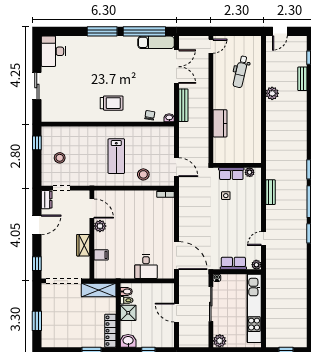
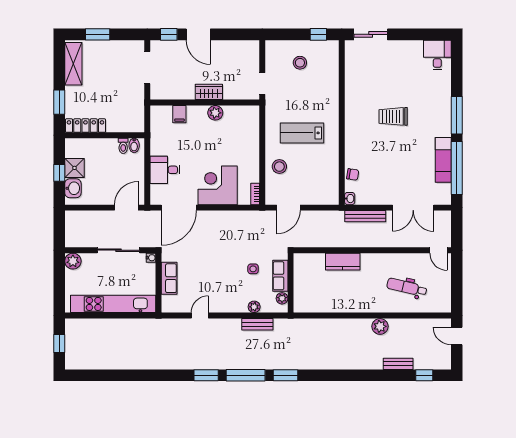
exam couch: (156, 42) -> (443, 160), moved
desk: (53, 51) -> (437, 55), width x0.73
sliding door: (37, 86) -> (371, 34), moved
trolley: (112, 103) -> (393, 116), moved, turned 90
doorway: (61, 188) -> (262, 84), moved
dresser: (47, 200) -> (248, 46), removed
door: (92, 208) -> (237, 103), removed
corner desk: (159, 224) -> (218, 185), added
door: (37, 225) -> (198, 34), moved
door: (263, 239) -> (200, 316), hinge flipped
wardrobe: (83, 245) -> (209, 92), moved
plant: (256, 265) -> (254, 307), moved
doorway: (64, 281) -> (147, 68), width x0.73
shelving: (99, 290) -> (73, 64), moved
shower: (128, 313) -> (75, 168), moved
door: (176, 313) -> (126, 208), moved
washbasin: (128, 341) -> (73, 188), moved

